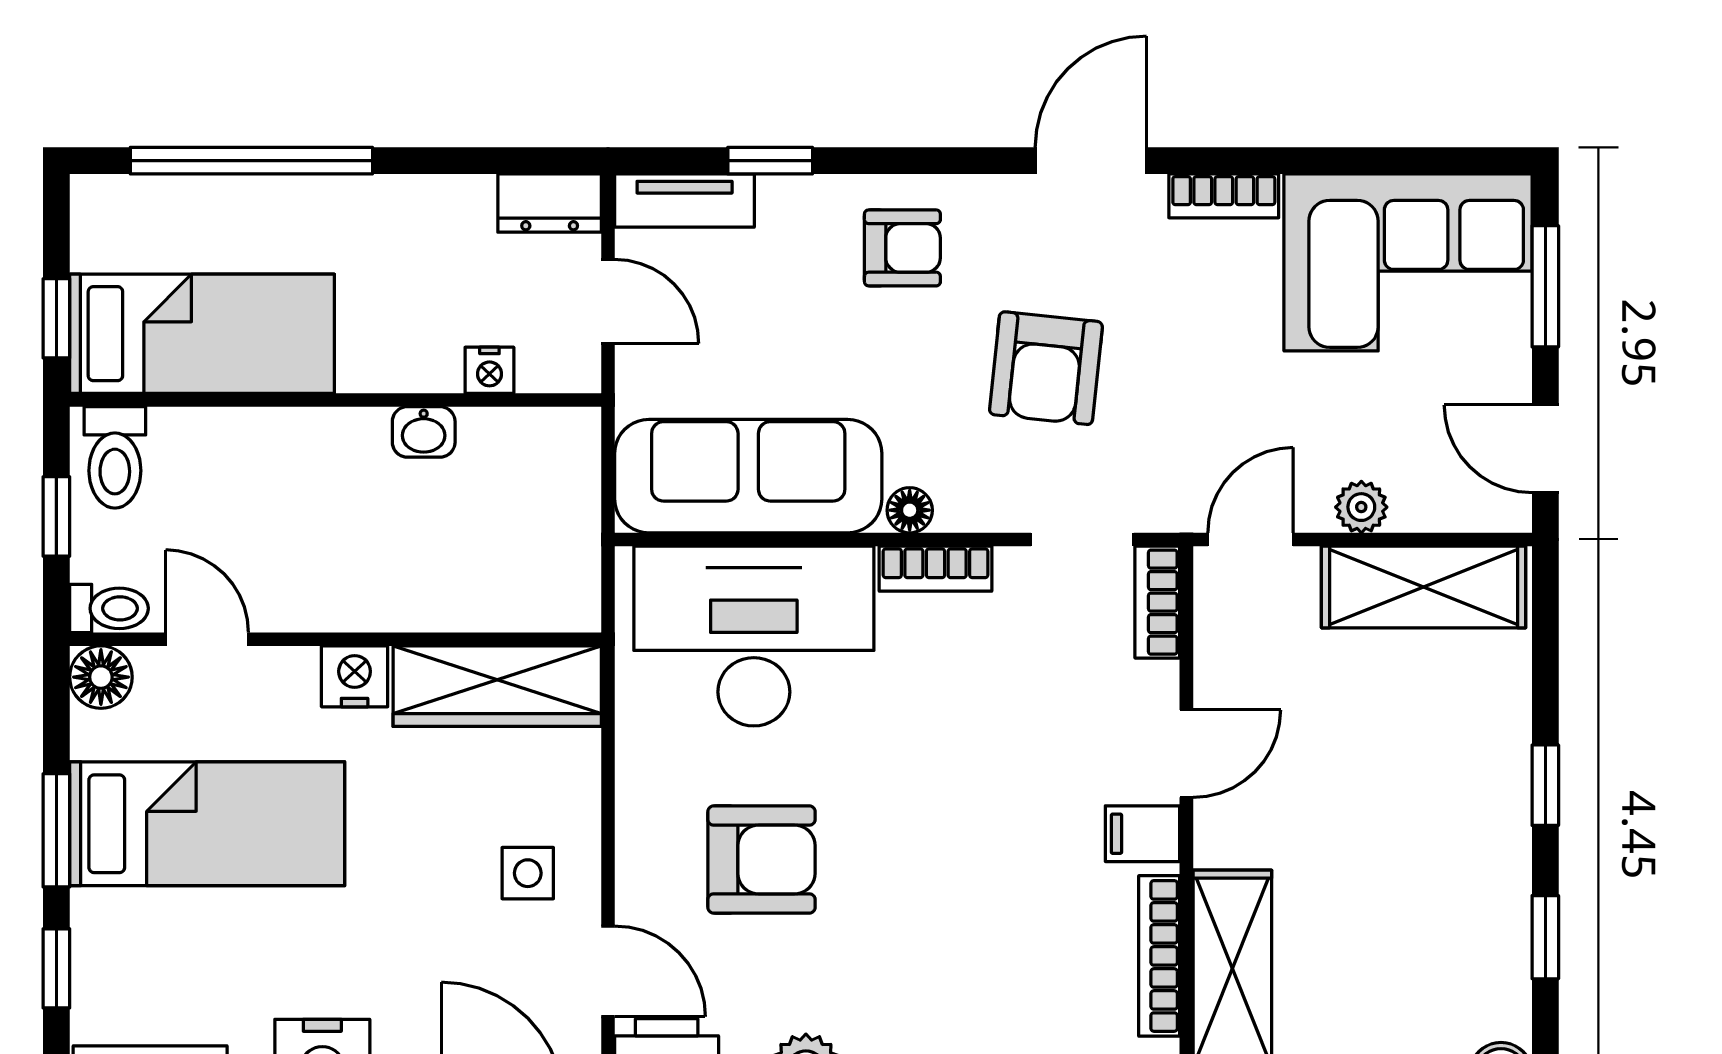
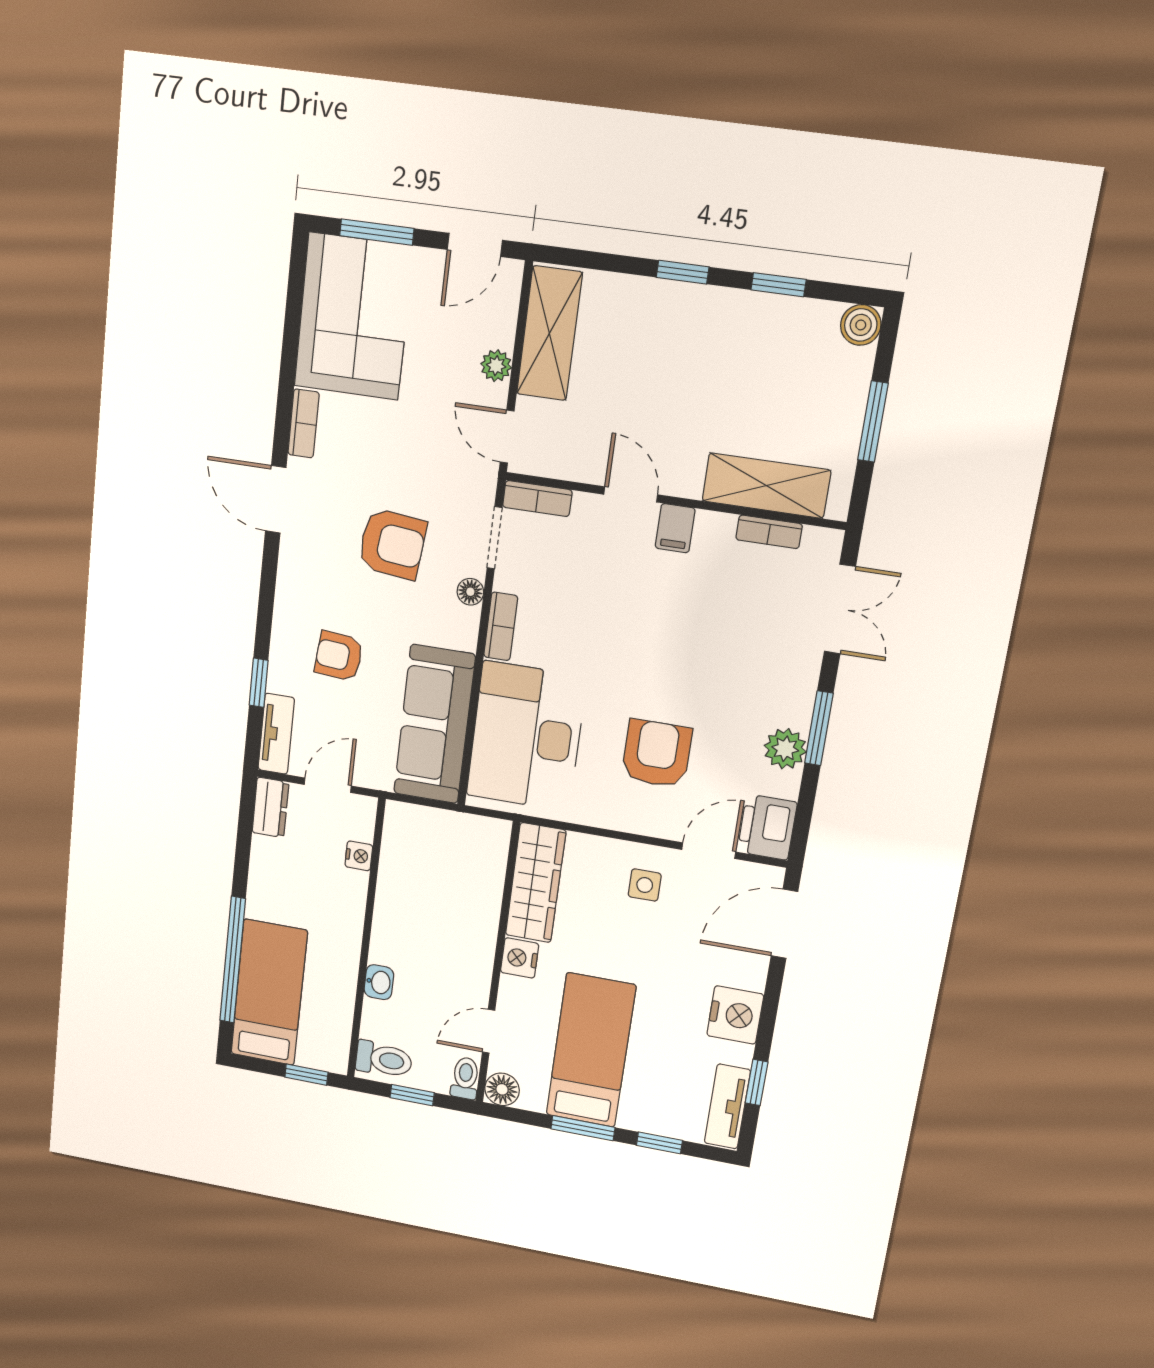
armchair: (902, 248) -> (339, 656), moved, turned -85
bed: (202, 334) -> (269, 993), moved
washbasin: (424, 432) -> (379, 982), moved
floor lamp: (910, 510) -> (470, 592), moved
bookcase: (1159, 956) -> (769, 532), width x0.64

